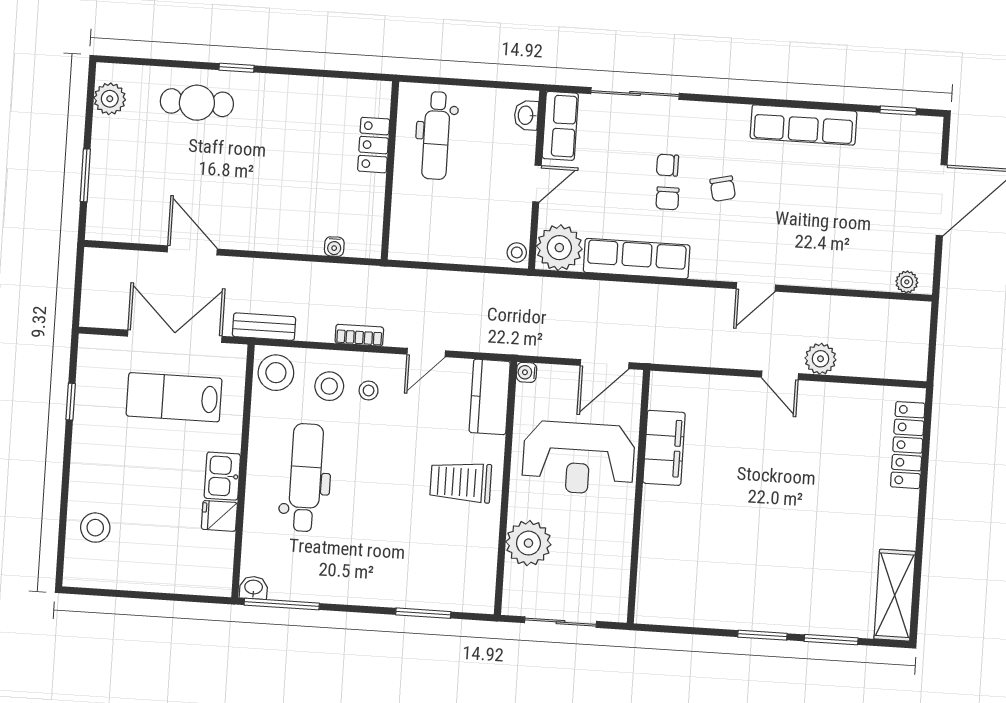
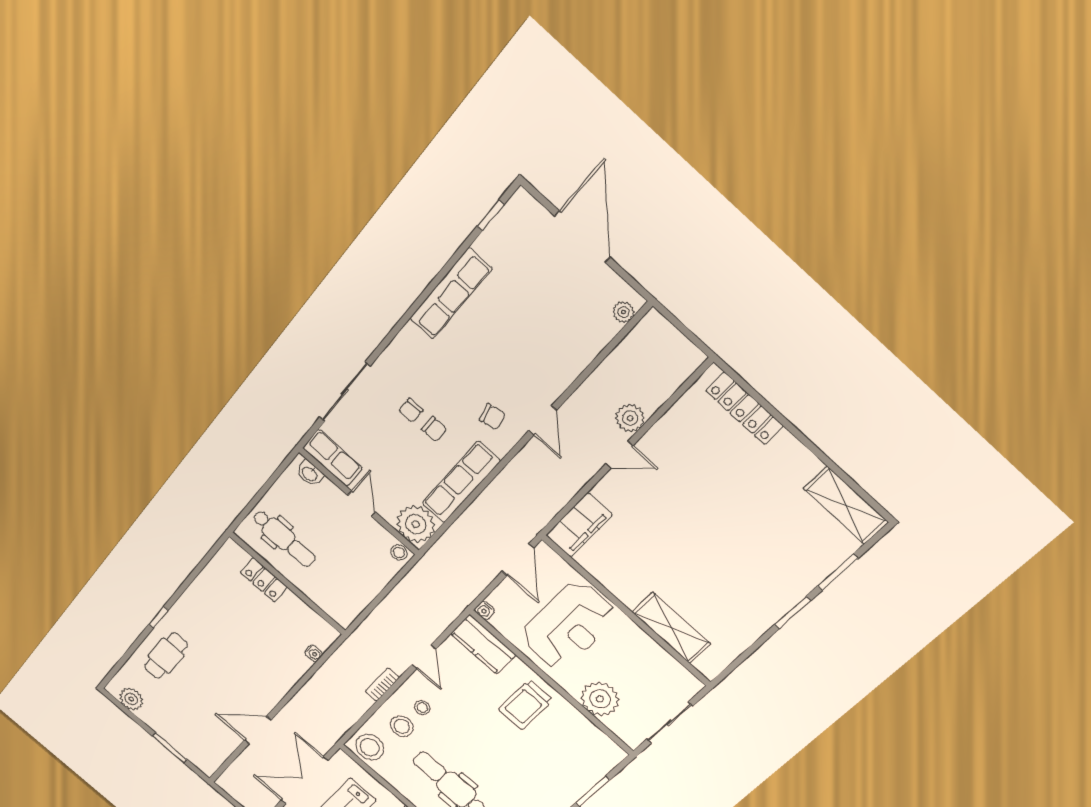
chair: (723, 189) -> (492, 417), moved
bench: (264, 327) -> (335, 731), removed
filing cabinet: (664, 448) -> (579, 525), moved, turned 90
shelving: (657, 547) -> (671, 628), added

